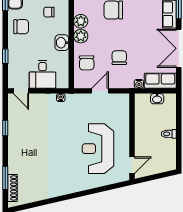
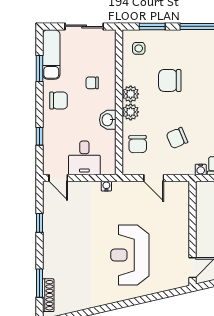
chair: (119, 58) -> (177, 138), turned -113
door: (100, 91) -> (154, 178), swing flipped
reception desk: (98, 149) -> (130, 255), moved

